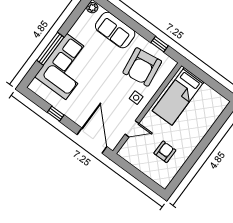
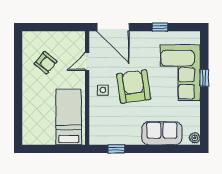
window: (50, 49) -> (204, 78), width x0.46
armchair: (142, 67) -> (134, 87), moved
armchair: (165, 152) -> (46, 63), turned -51

